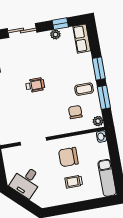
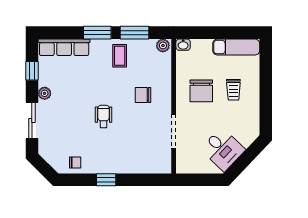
plant: (55, 34) -> (45, 93), moved
row of seats: (82, 39) -> (64, 47), width x1.48
chair: (75, 112) -> (143, 95), moved

